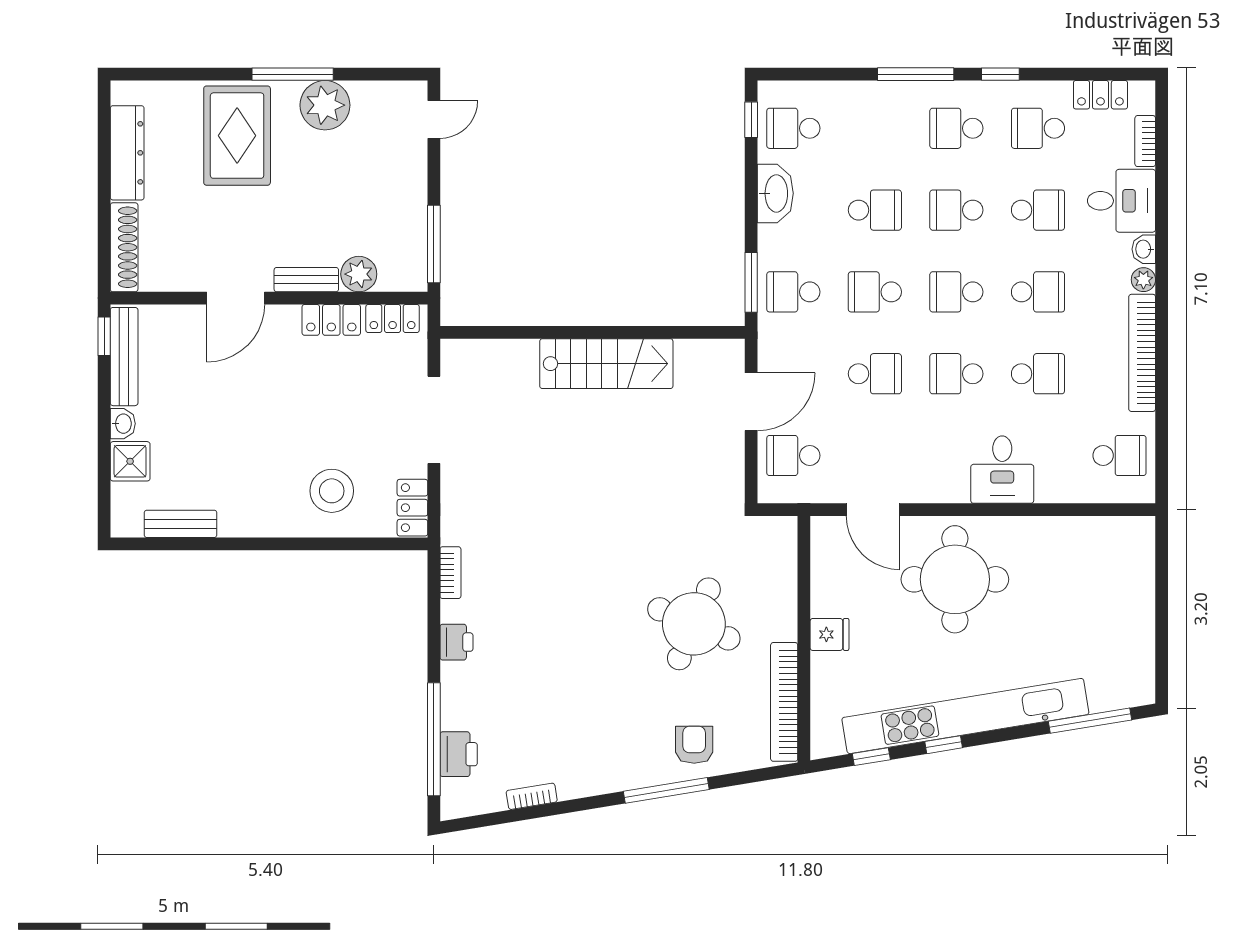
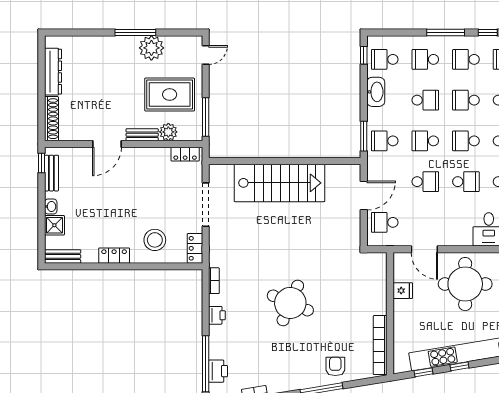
school desk: (875, 128) -> (425, 59), added
rug: (237, 136) -> (170, 95), moved, turned 90
locker: (331, 320) -> (114, 256), moved, turned 180
bench: (124, 357) -> (51, 173), width x0.73
stairs: (606, 364) -> (280, 183), width x1.36, depth x1.51
school desk: (956, 374) -> (466, 182), turned 180
bench: (181, 524) -> (63, 256), moved
round table: (694, 624) -> (290, 303), moved
fridge: (829, 634) -> (403, 291), moved

